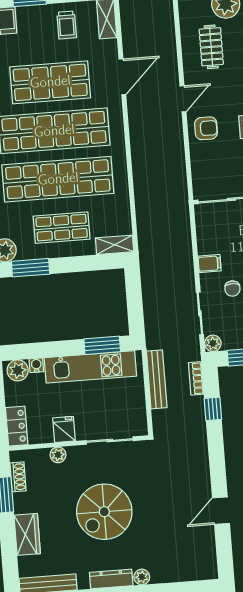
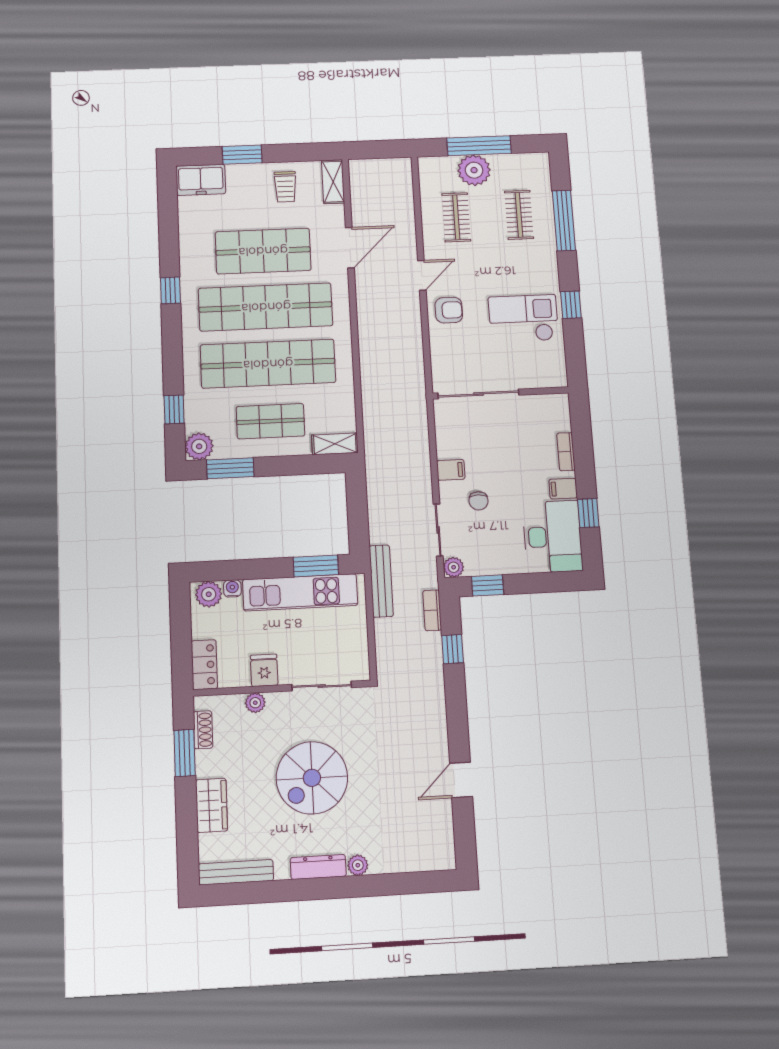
bench: (157, 379) -> (381, 581), moved

